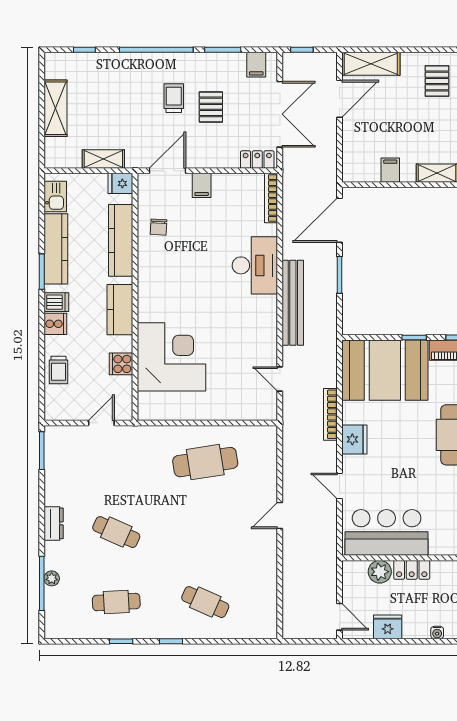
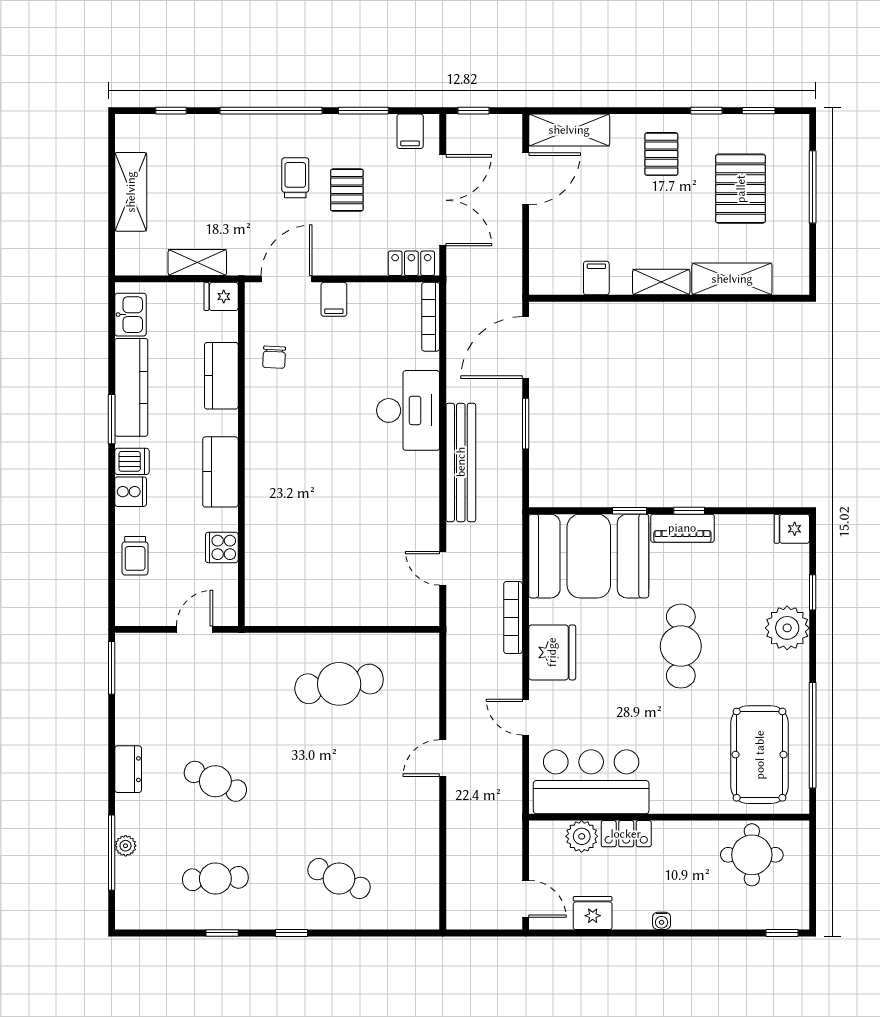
kitchen counter: (121, 240) -> (221, 376), width x0.67
corner desk: (172, 357) -> (292, 538), removed
fridge: (354, 439) -> (552, 652), width x1.36, depth x1.34

